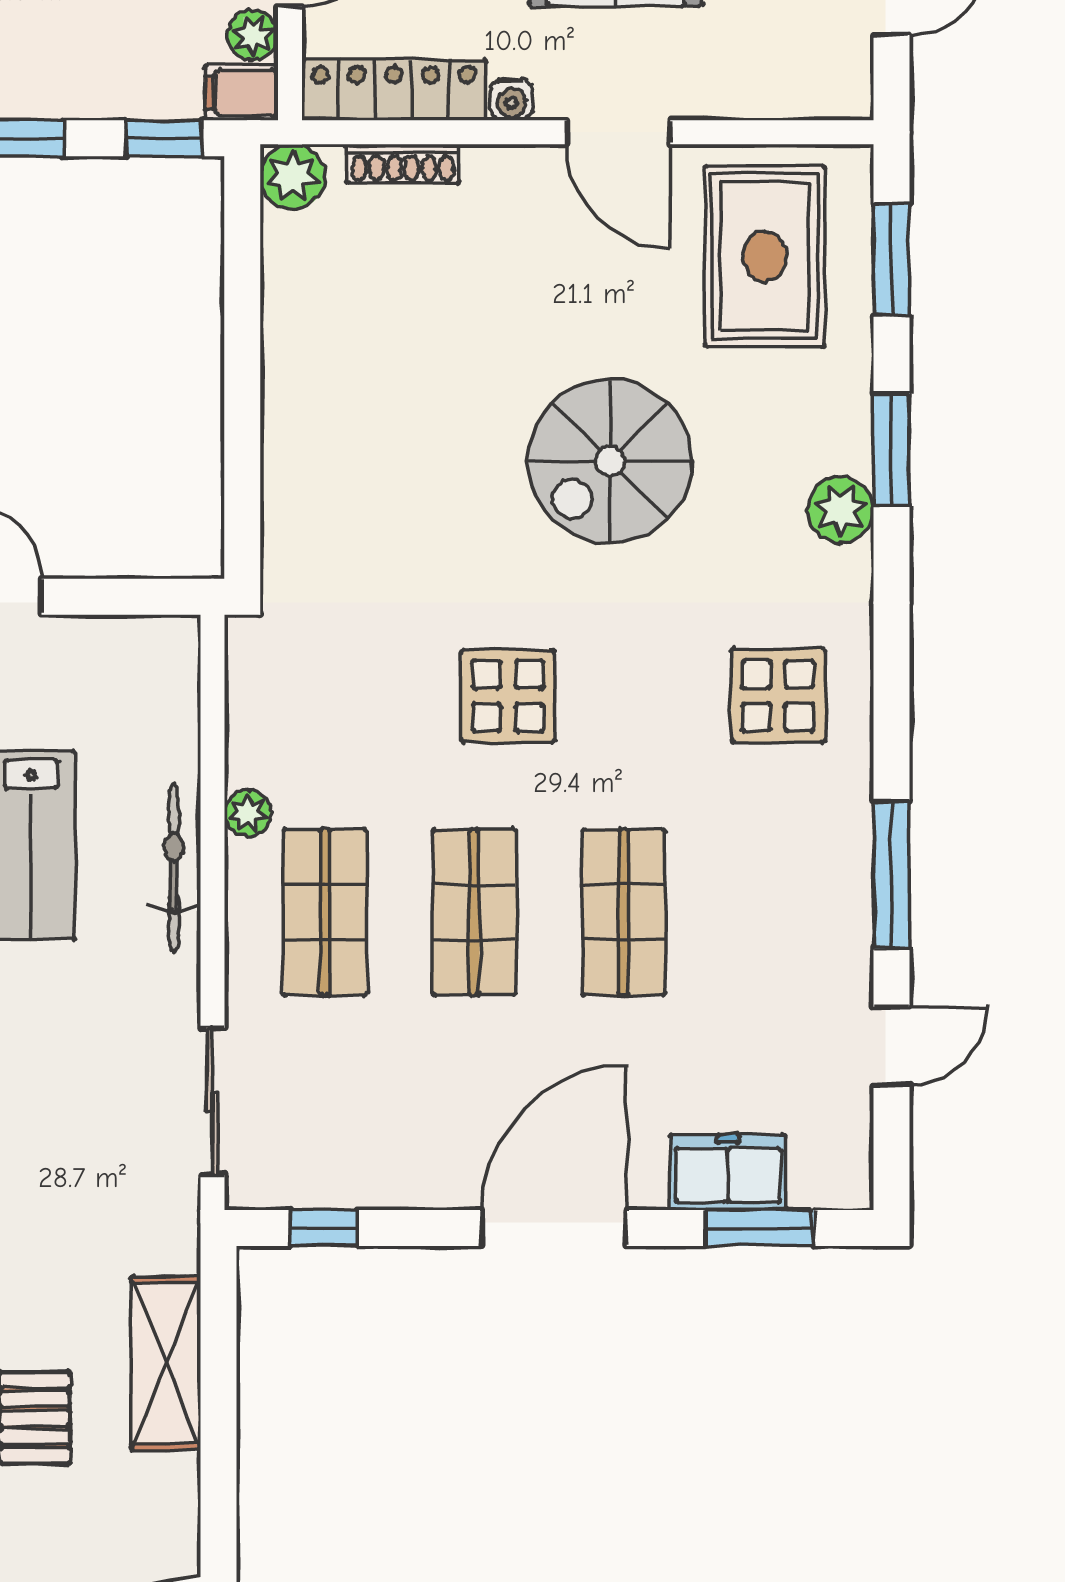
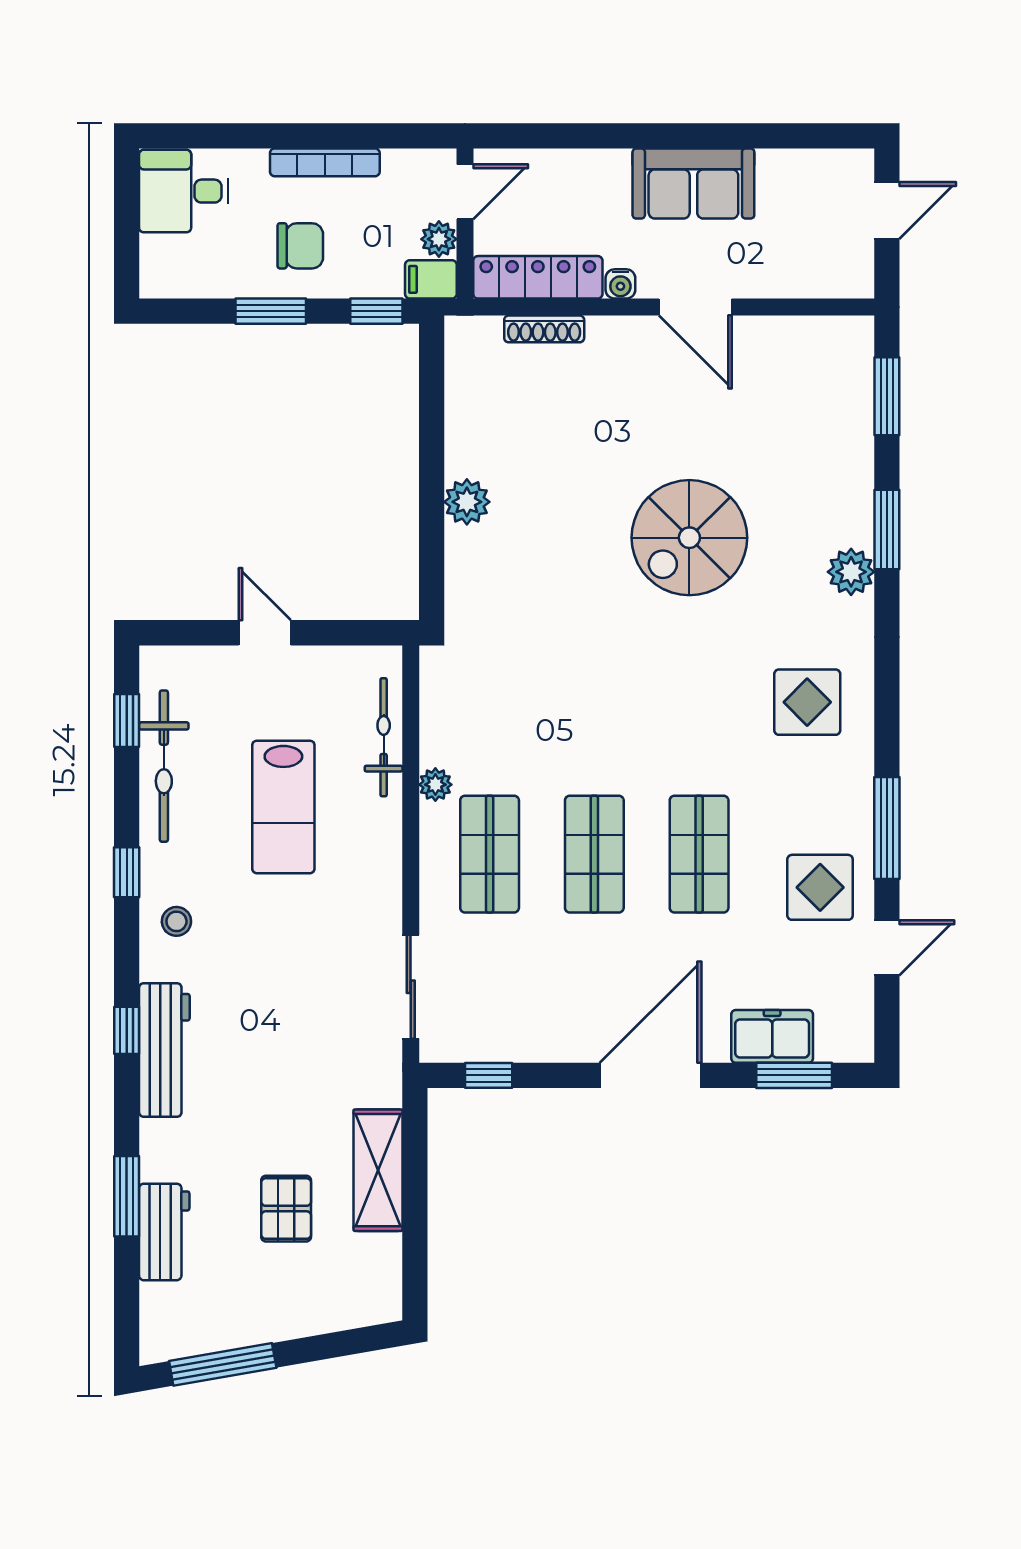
chair: (55, 45) -> (300, 246), added
plant: (293, 177) -> (467, 502), moved
rug: (765, 256) -> (798, 394), removed
display table: (508, 696) -> (820, 887), moved
bicycle: (174, 868) -> (384, 737), moved

